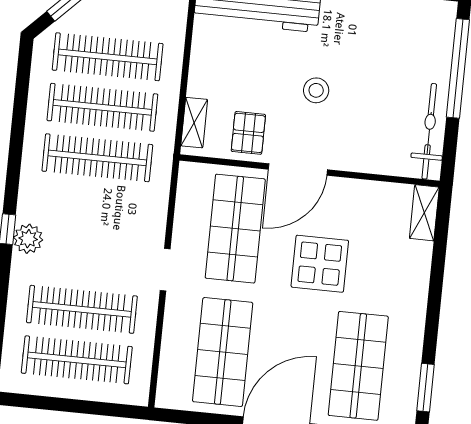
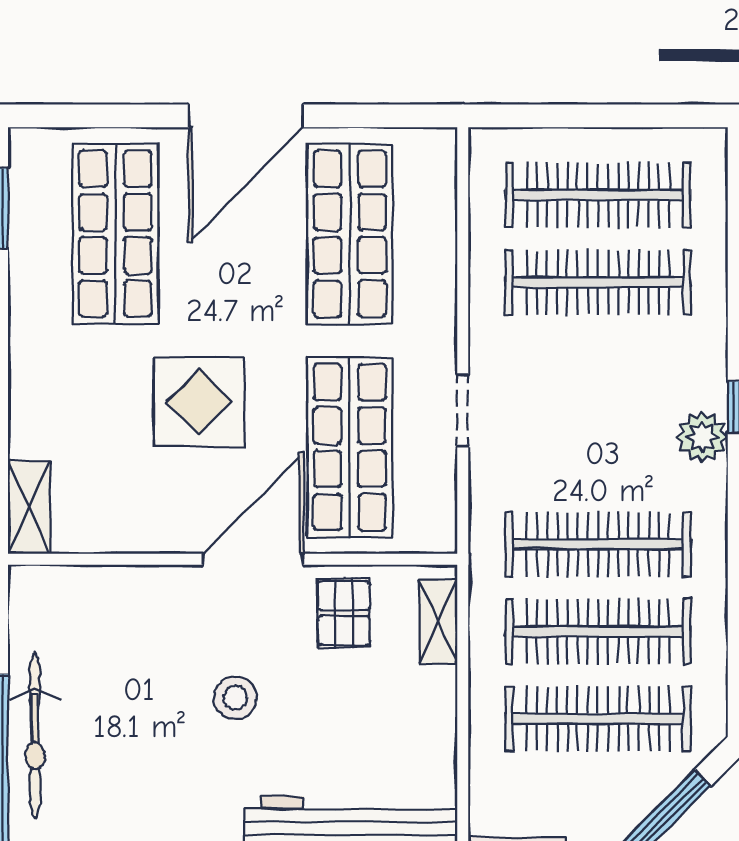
bicycle: (429, 131) -> (35, 736), moved
plant: (28, 239) -> (702, 437), moved
doorway: (165, 270) -> (463, 410), moved

